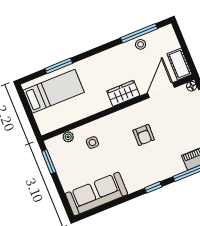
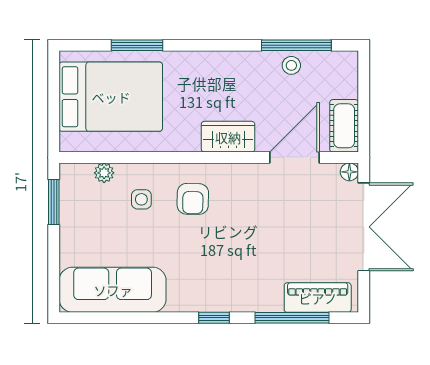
bed: (54, 91) -> (111, 97), width x1.50
armchair: (144, 135) -> (193, 199), moved

